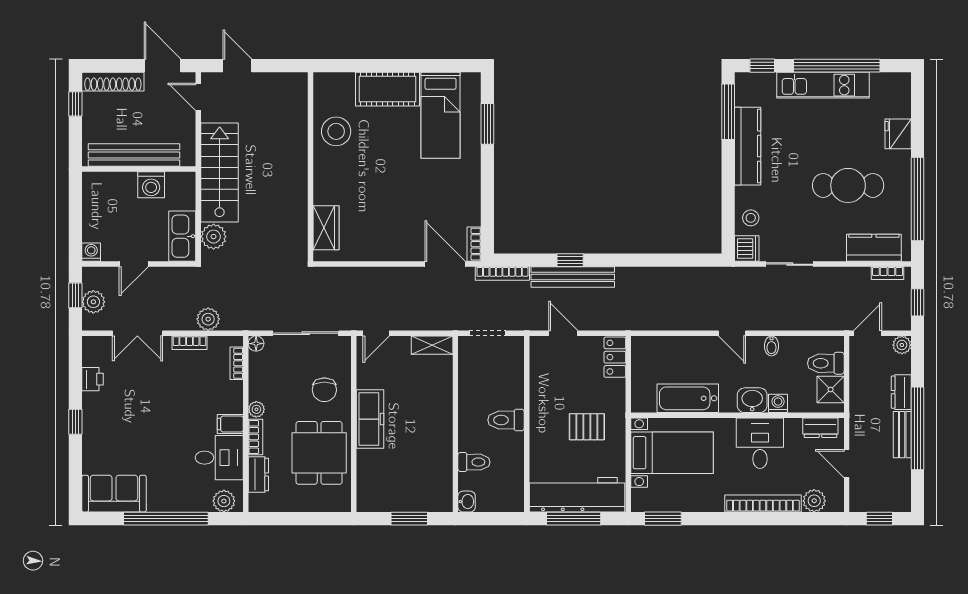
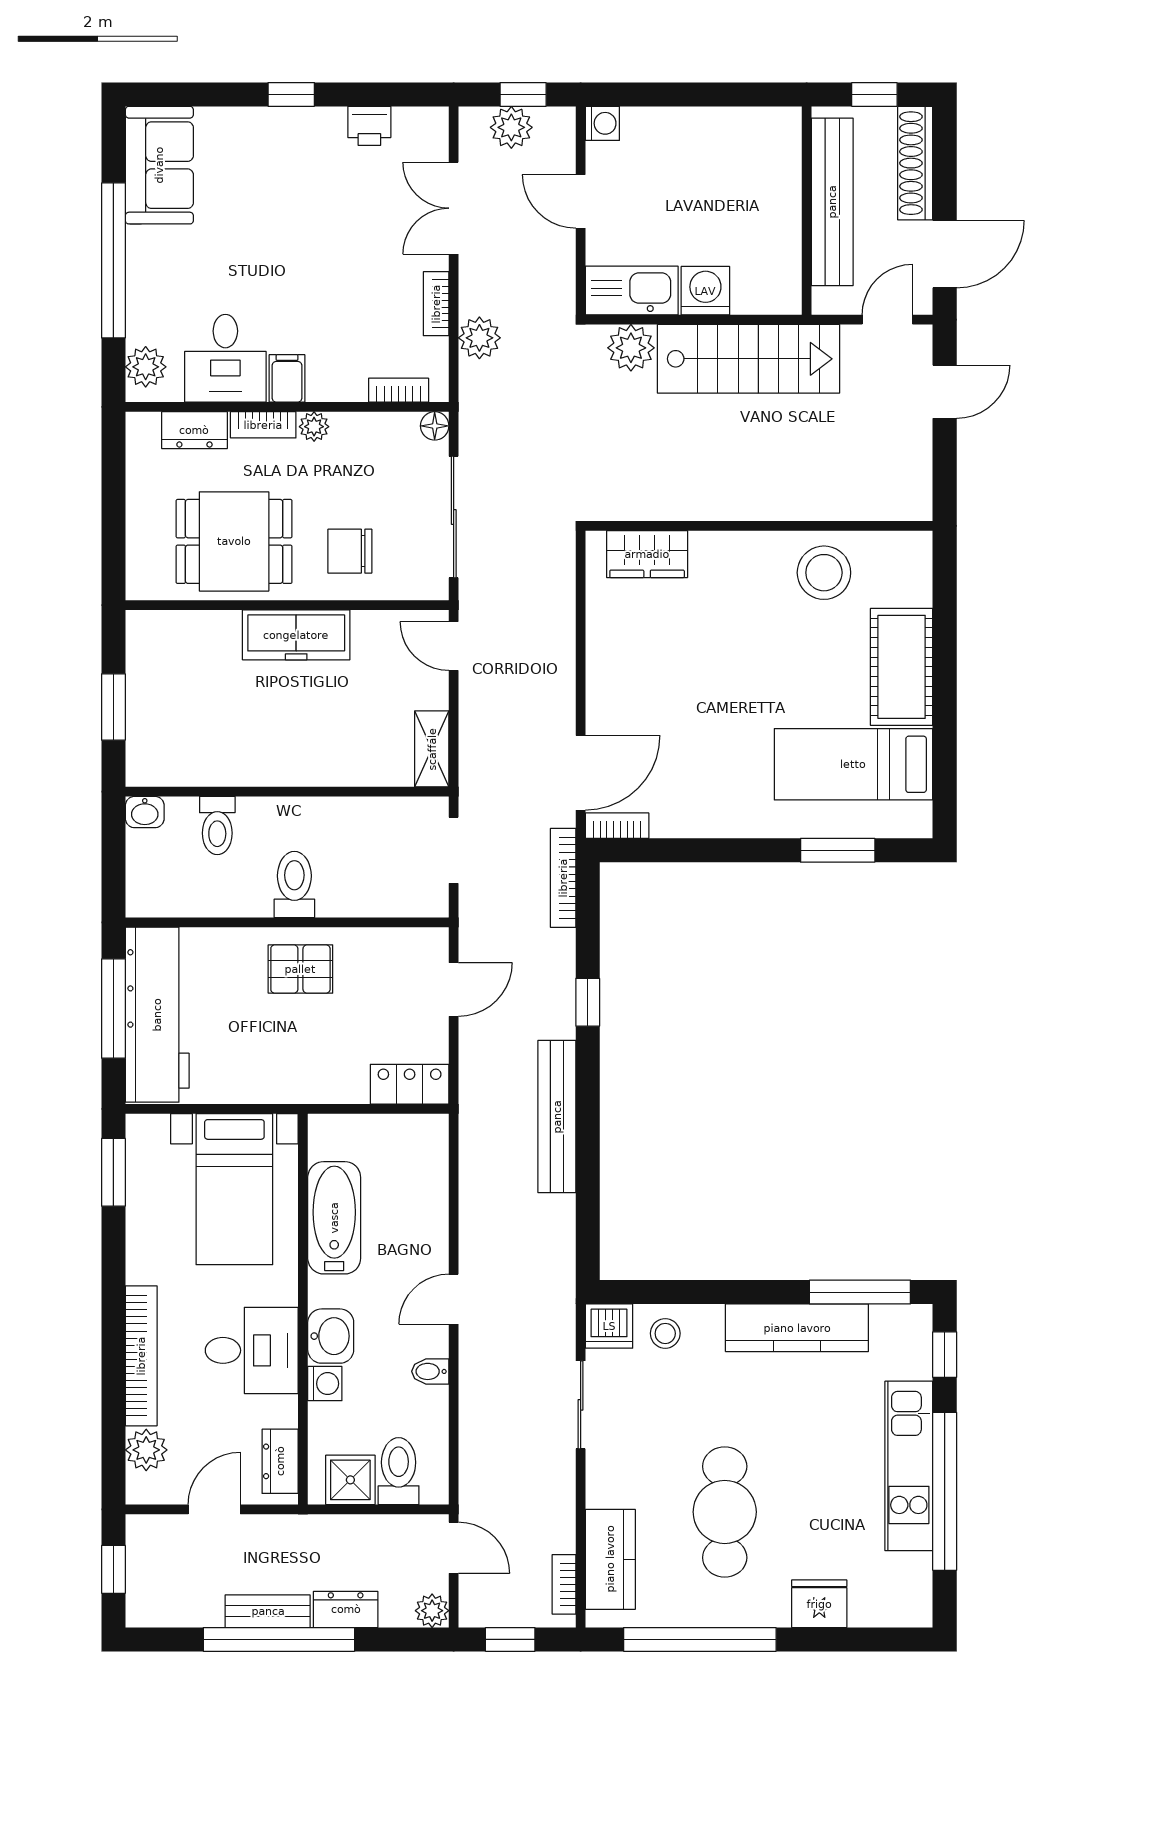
bench: (134, 155) -> (832, 202), moved
wall: (139, 169) -> (807, 211), moved
washing machine: (151, 185) -> (705, 291), moved, turned 90
bench: (573, 277) -> (557, 1117), moved
pallet: (587, 427) -> (300, 969), moved, turned 90

